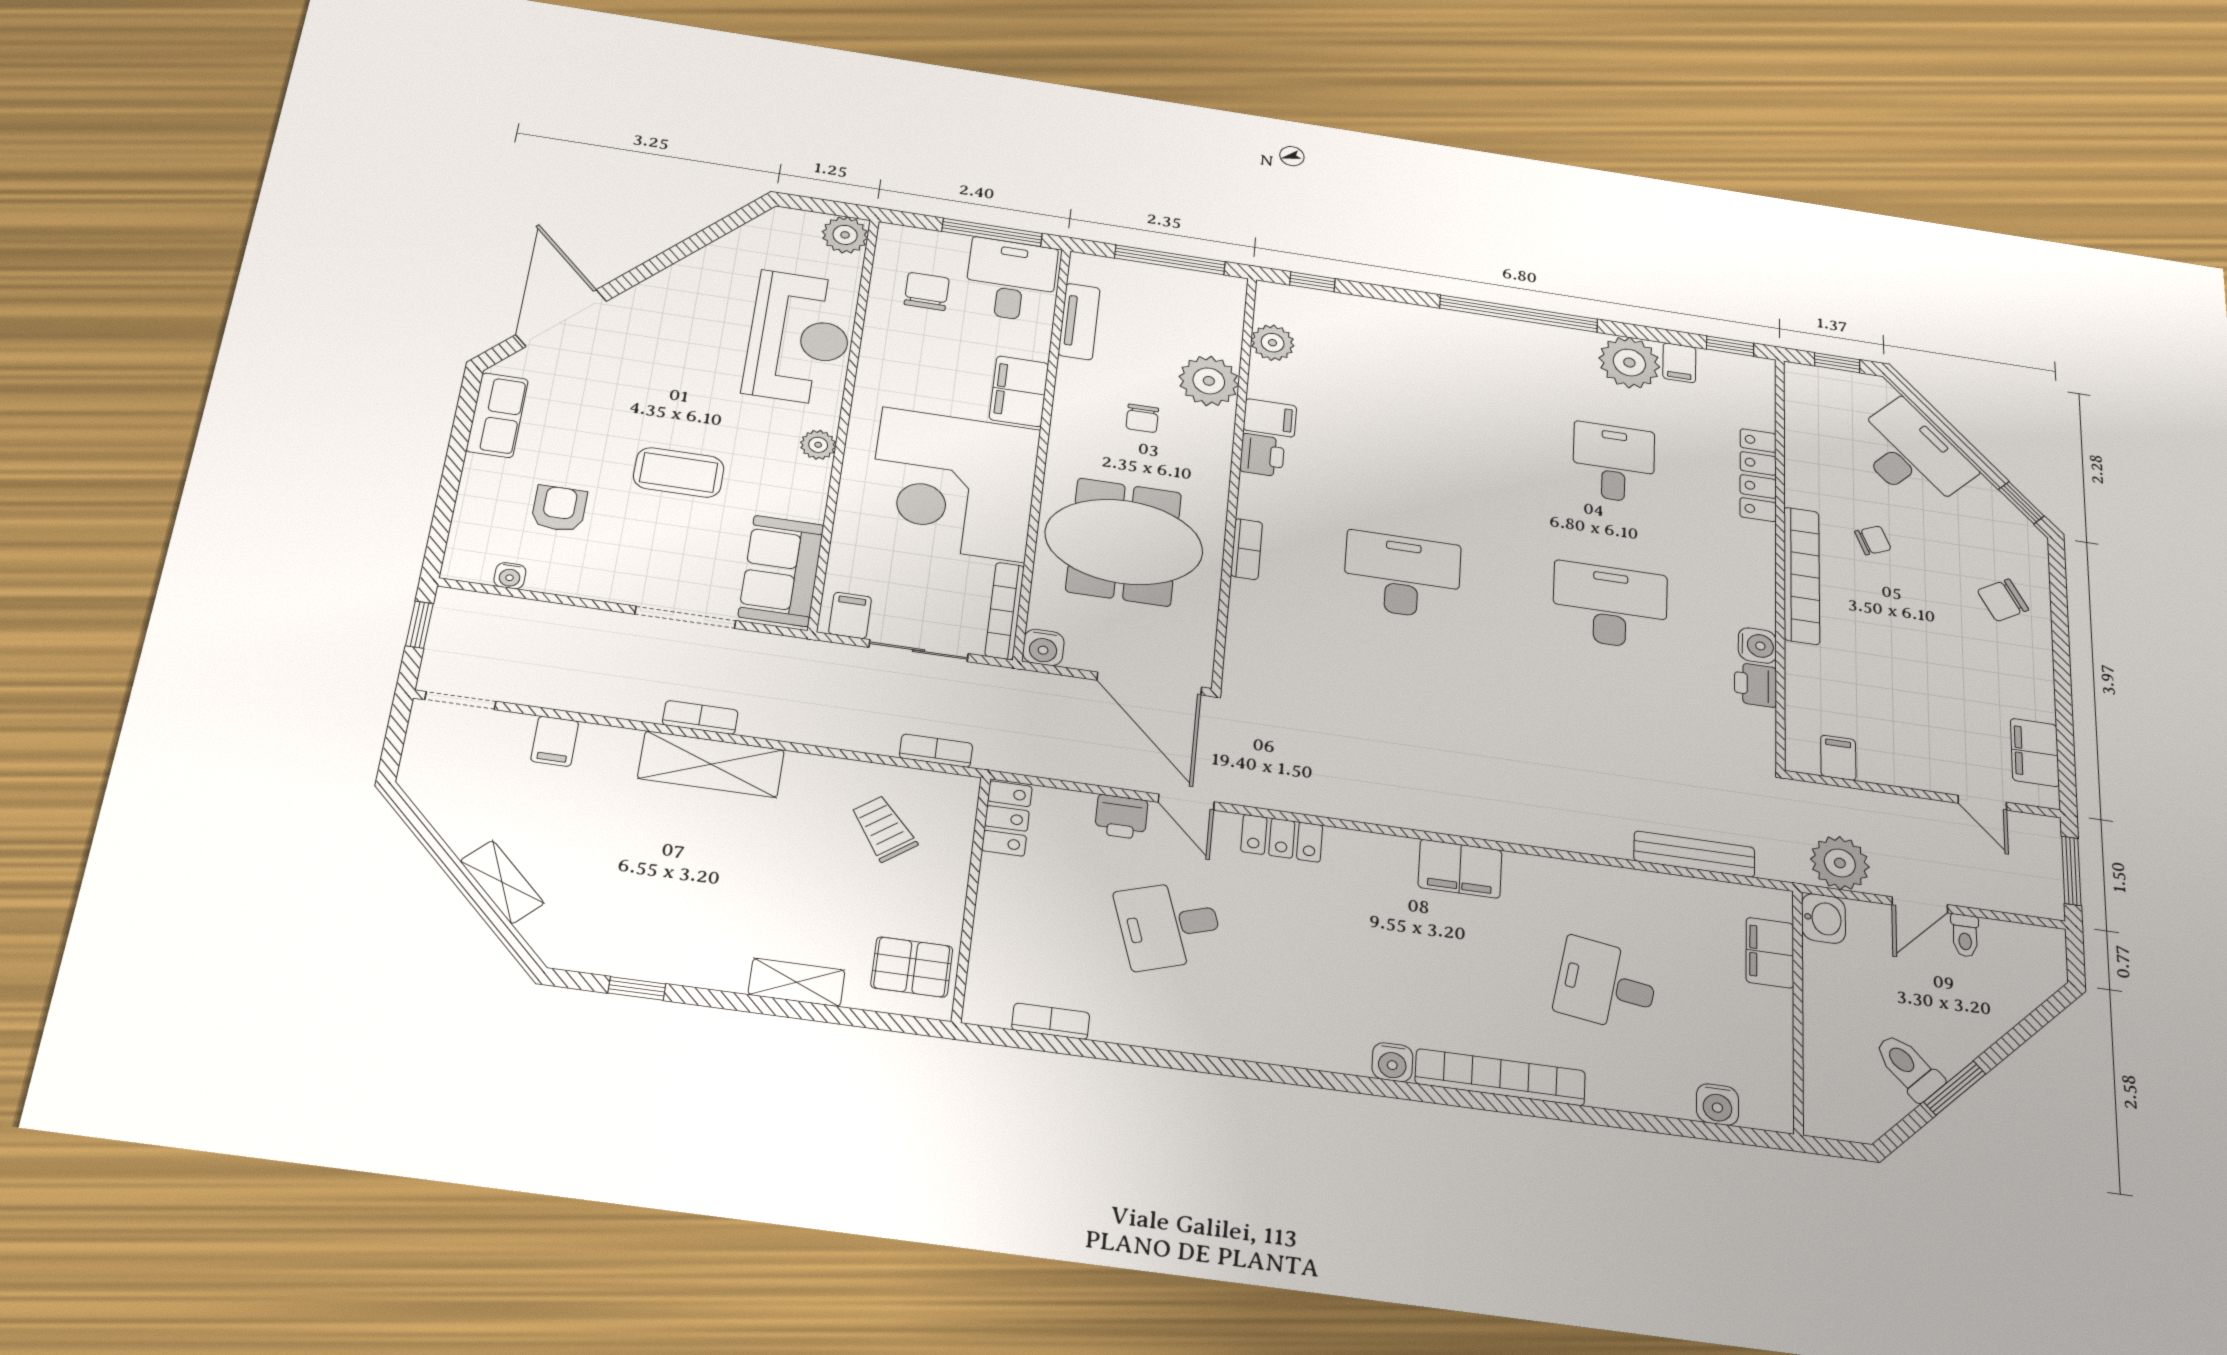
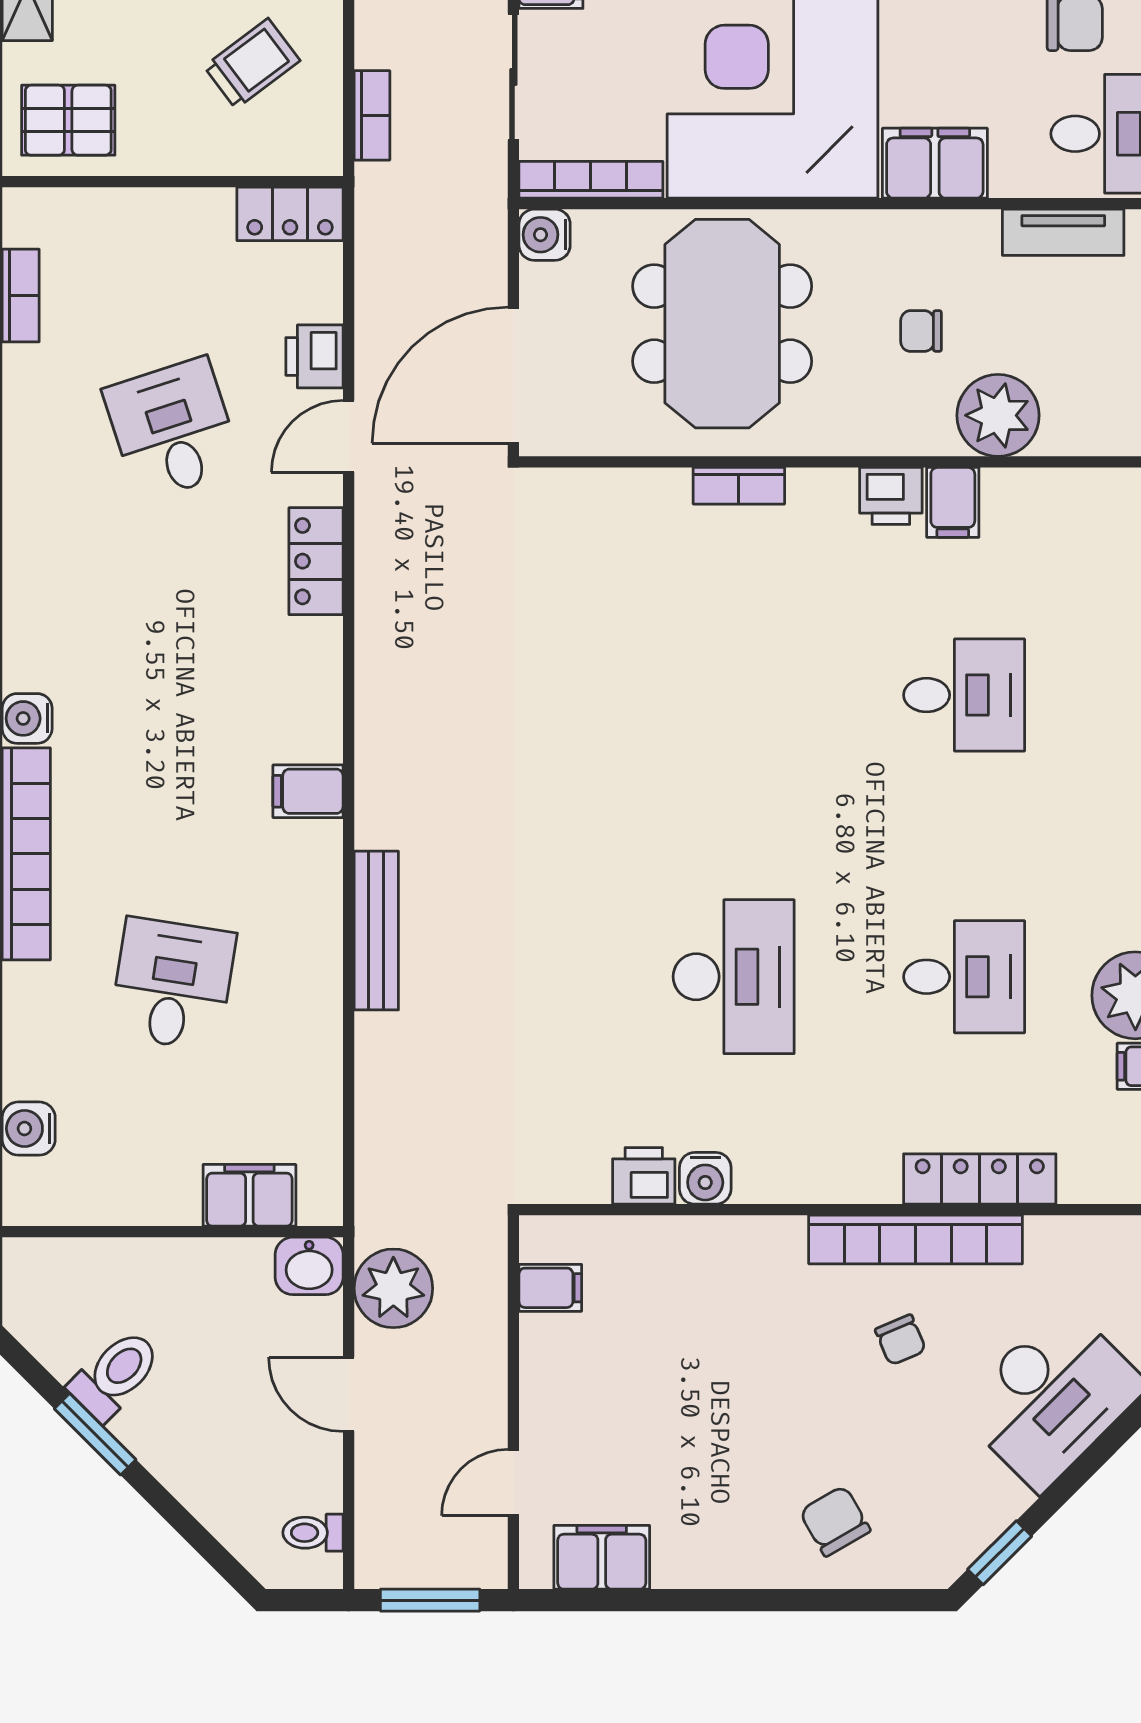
plant: (1273, 343) -> (1077, 497), removed
desk: (1402, 575) -> (964, 695), moved, width x0.73
bookcase: (1802, 575) -> (916, 1239), moved
bench: (1694, 854) -> (376, 931), moved
filing cabinet: (1460, 869) -> (308, 791), width x0.50
toilet: (1965, 936) -> (313, 1533), moved
pallet: (912, 967) -> (68, 120), turned 90

